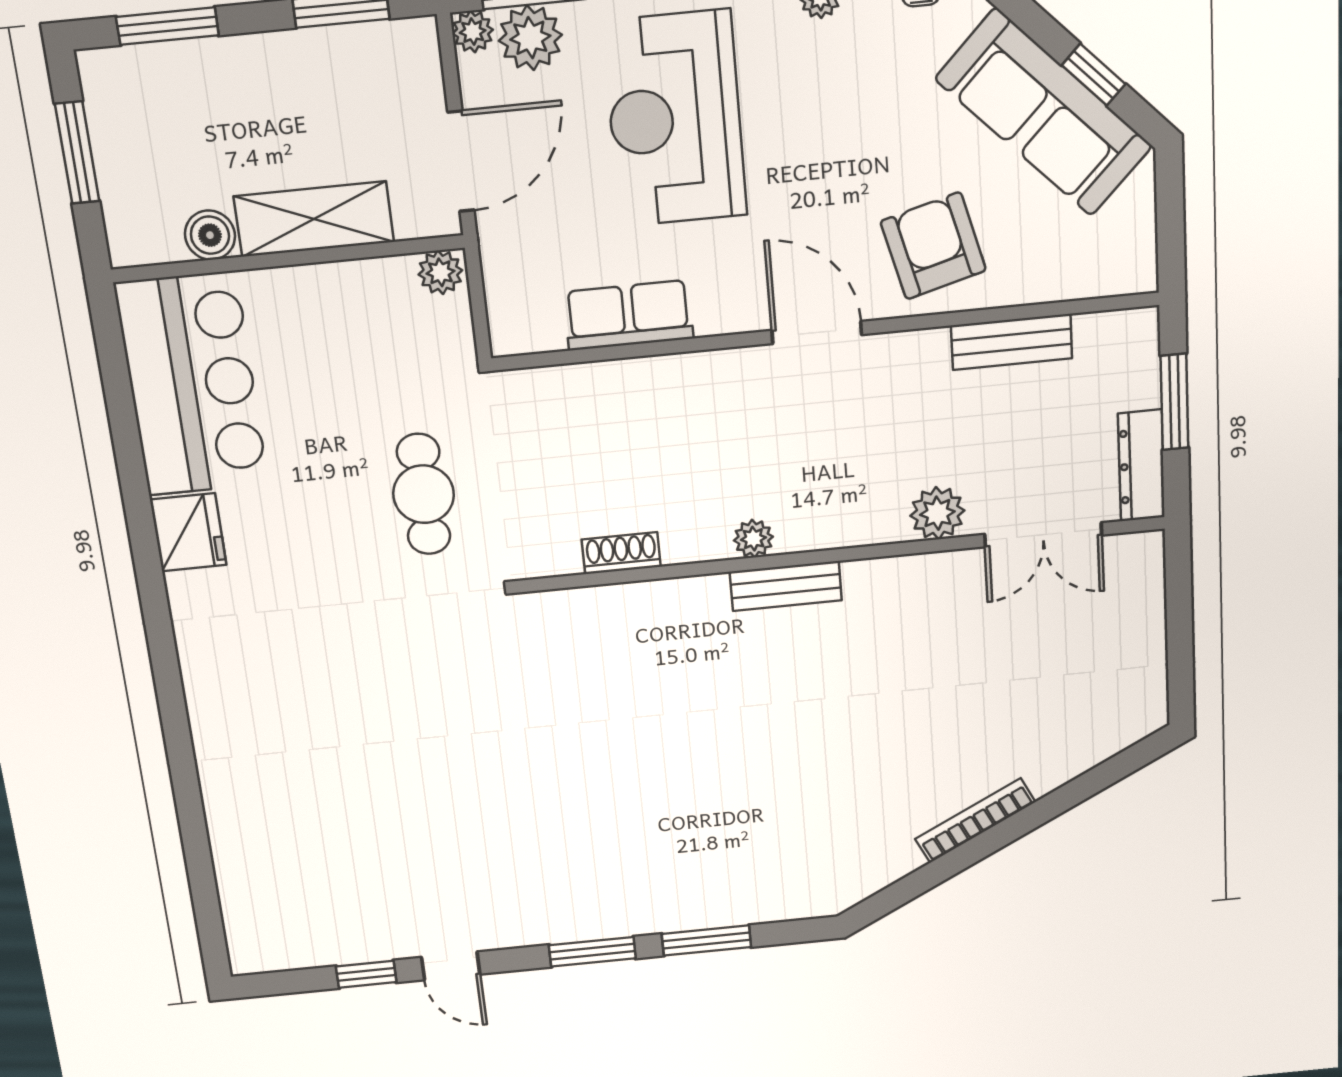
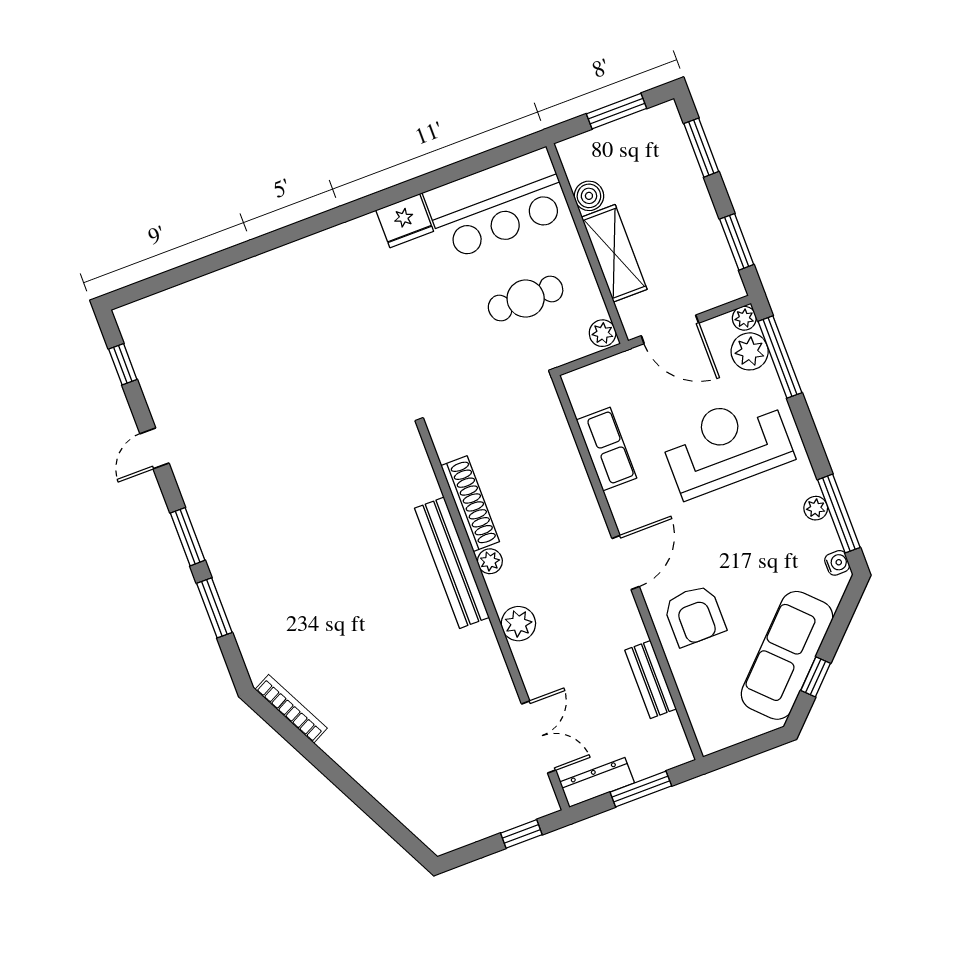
armchair: (933, 246) -> (694, 615), turned 105
cafe table: (424, 494) -> (526, 299), moved
plant: (937, 513) -> (518, 624), moved
double door: (1043, 535) -> (539, 737), swing flipped
shoe rack: (621, 553) -> (470, 504), width x1.94, depth x1.24
bench: (786, 586) -> (452, 563), width x1.86, depth x1.21
window: (1179, 597) -> (521, 834), added
bookcase: (975, 821) -> (291, 709), moved
window: (366, 974) -> (123, 364), moved

